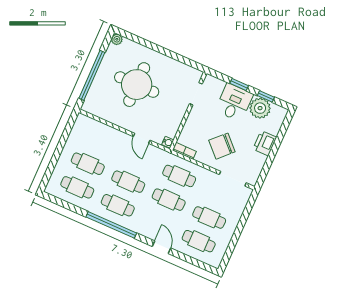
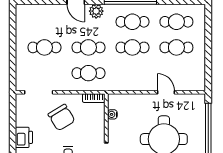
door: (142, 138) -> (166, 92), moved
water cooler: (168, 142) -> (112, 114), moved
chair: (222, 146) -> (62, 117), turned 104
plant: (147, 230) -> (96, 11), added
cafe table: (199, 241) -> (44, 22), removed

